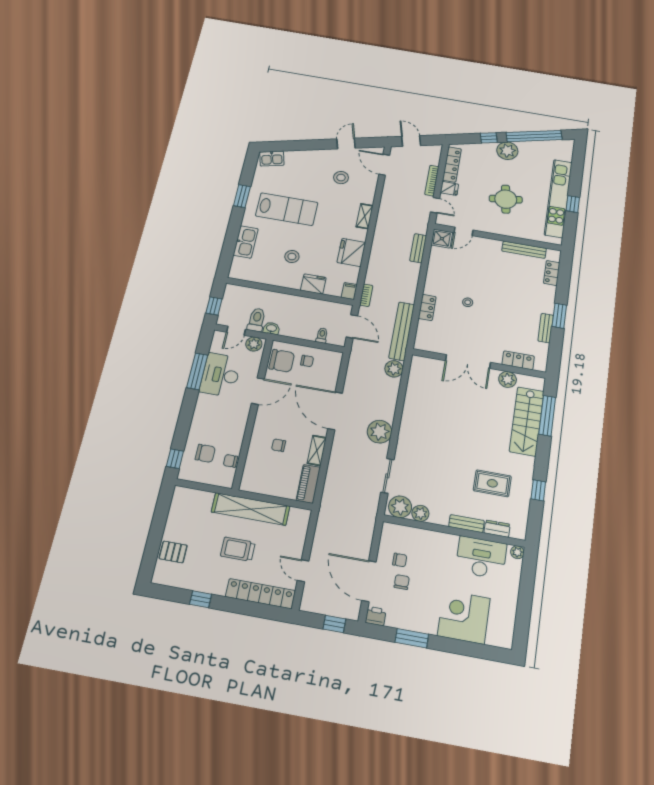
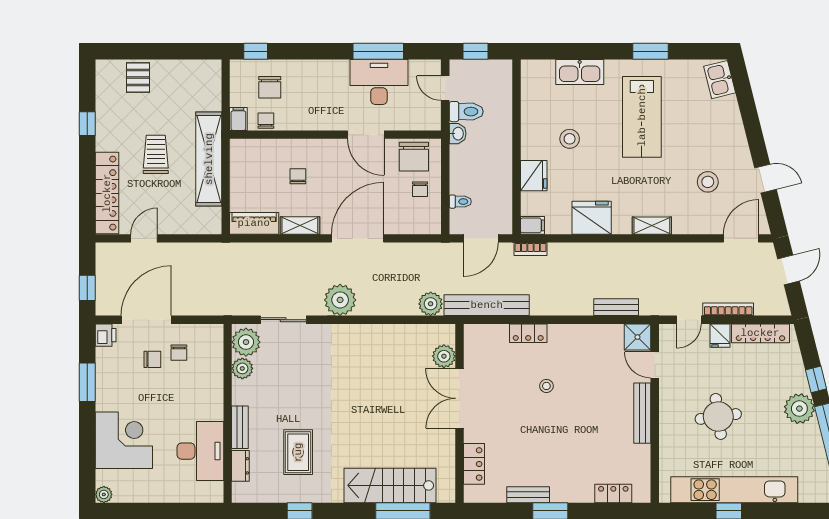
bench: (524, 250) -> (642, 413), moved
plant: (254, 344) -> (431, 115), removed
plant: (508, 379) -> (444, 356), moved
filing cabinet: (224, 481) -> (238, 119), added
plant: (517, 552) -> (104, 494), moved

